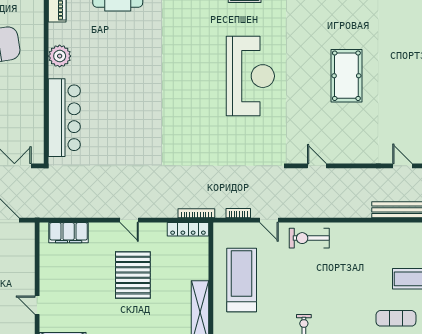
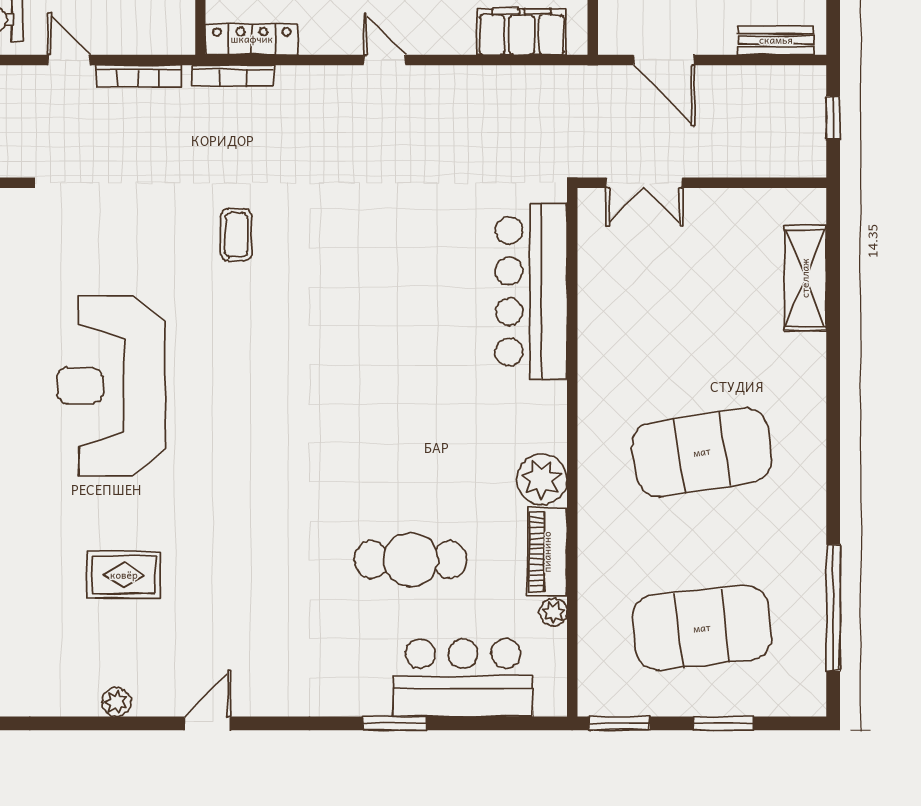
plant: (60, 56) -> (542, 479), moved
coffee table: (195, 143) -> (236, 235), added
bookcase: (238, 213) -> (139, 76), width x1.56

